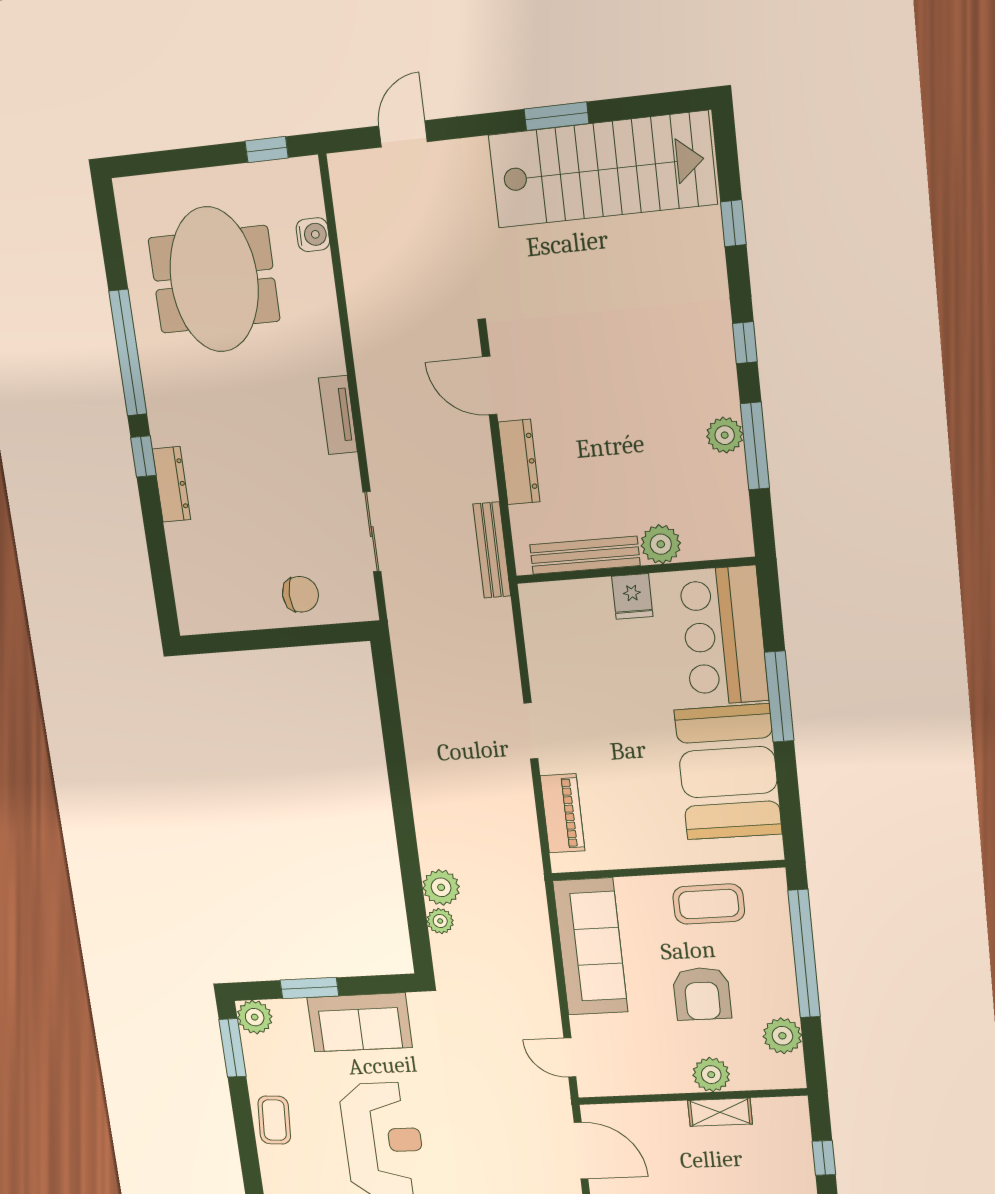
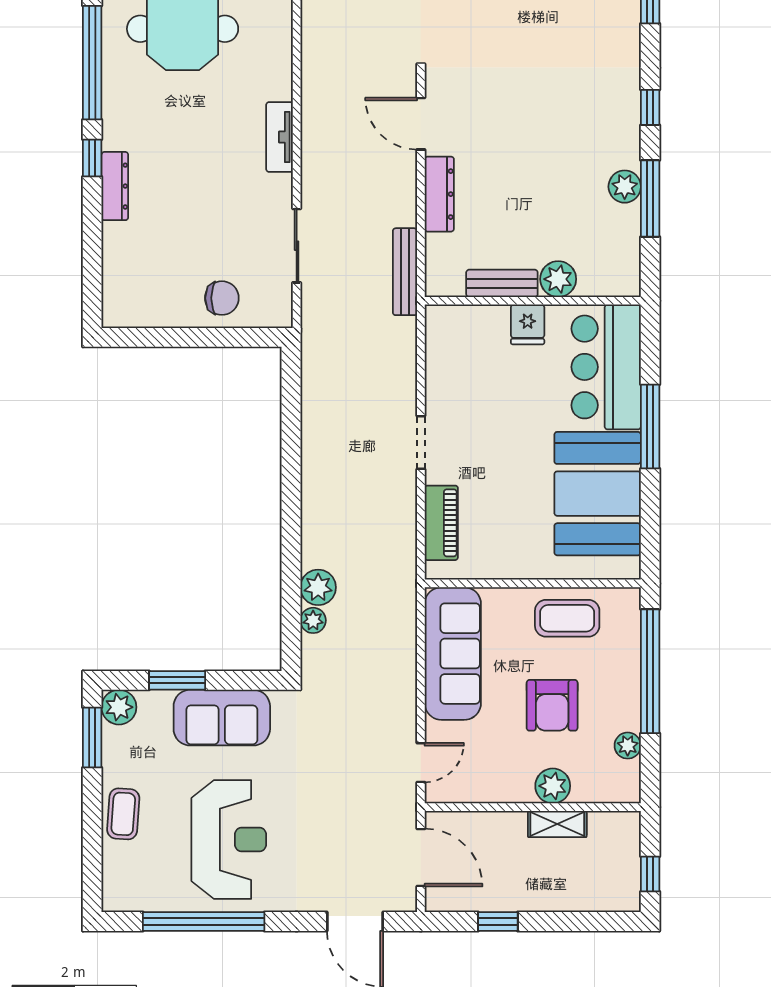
bench: (585, 555) -> (502, 283), width x0.73
plant: (782, 1036) -> (628, 746), width x0.73, depth x0.73
door: (570, 1057) -> (421, 763), swing flipped

